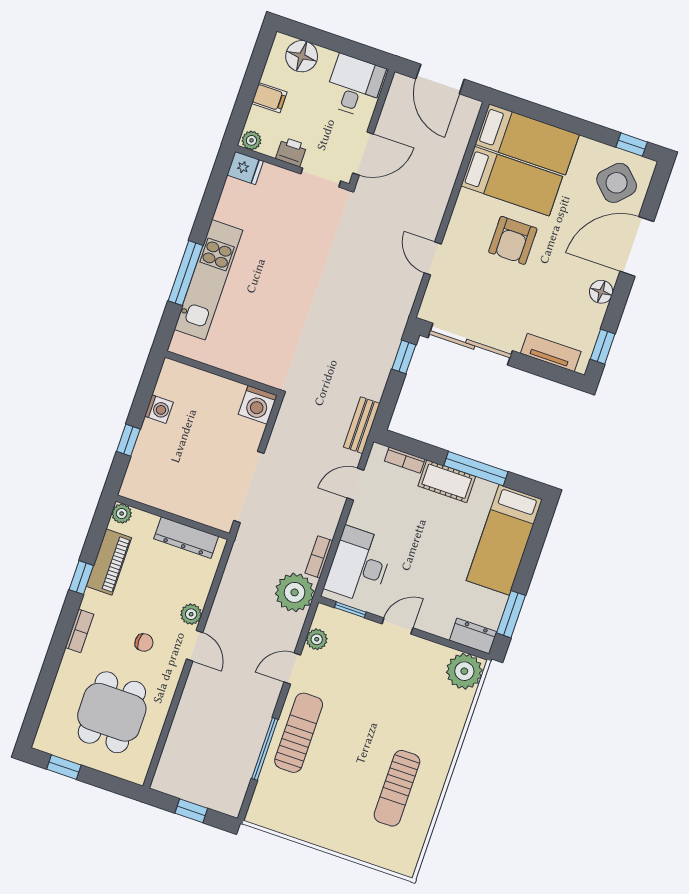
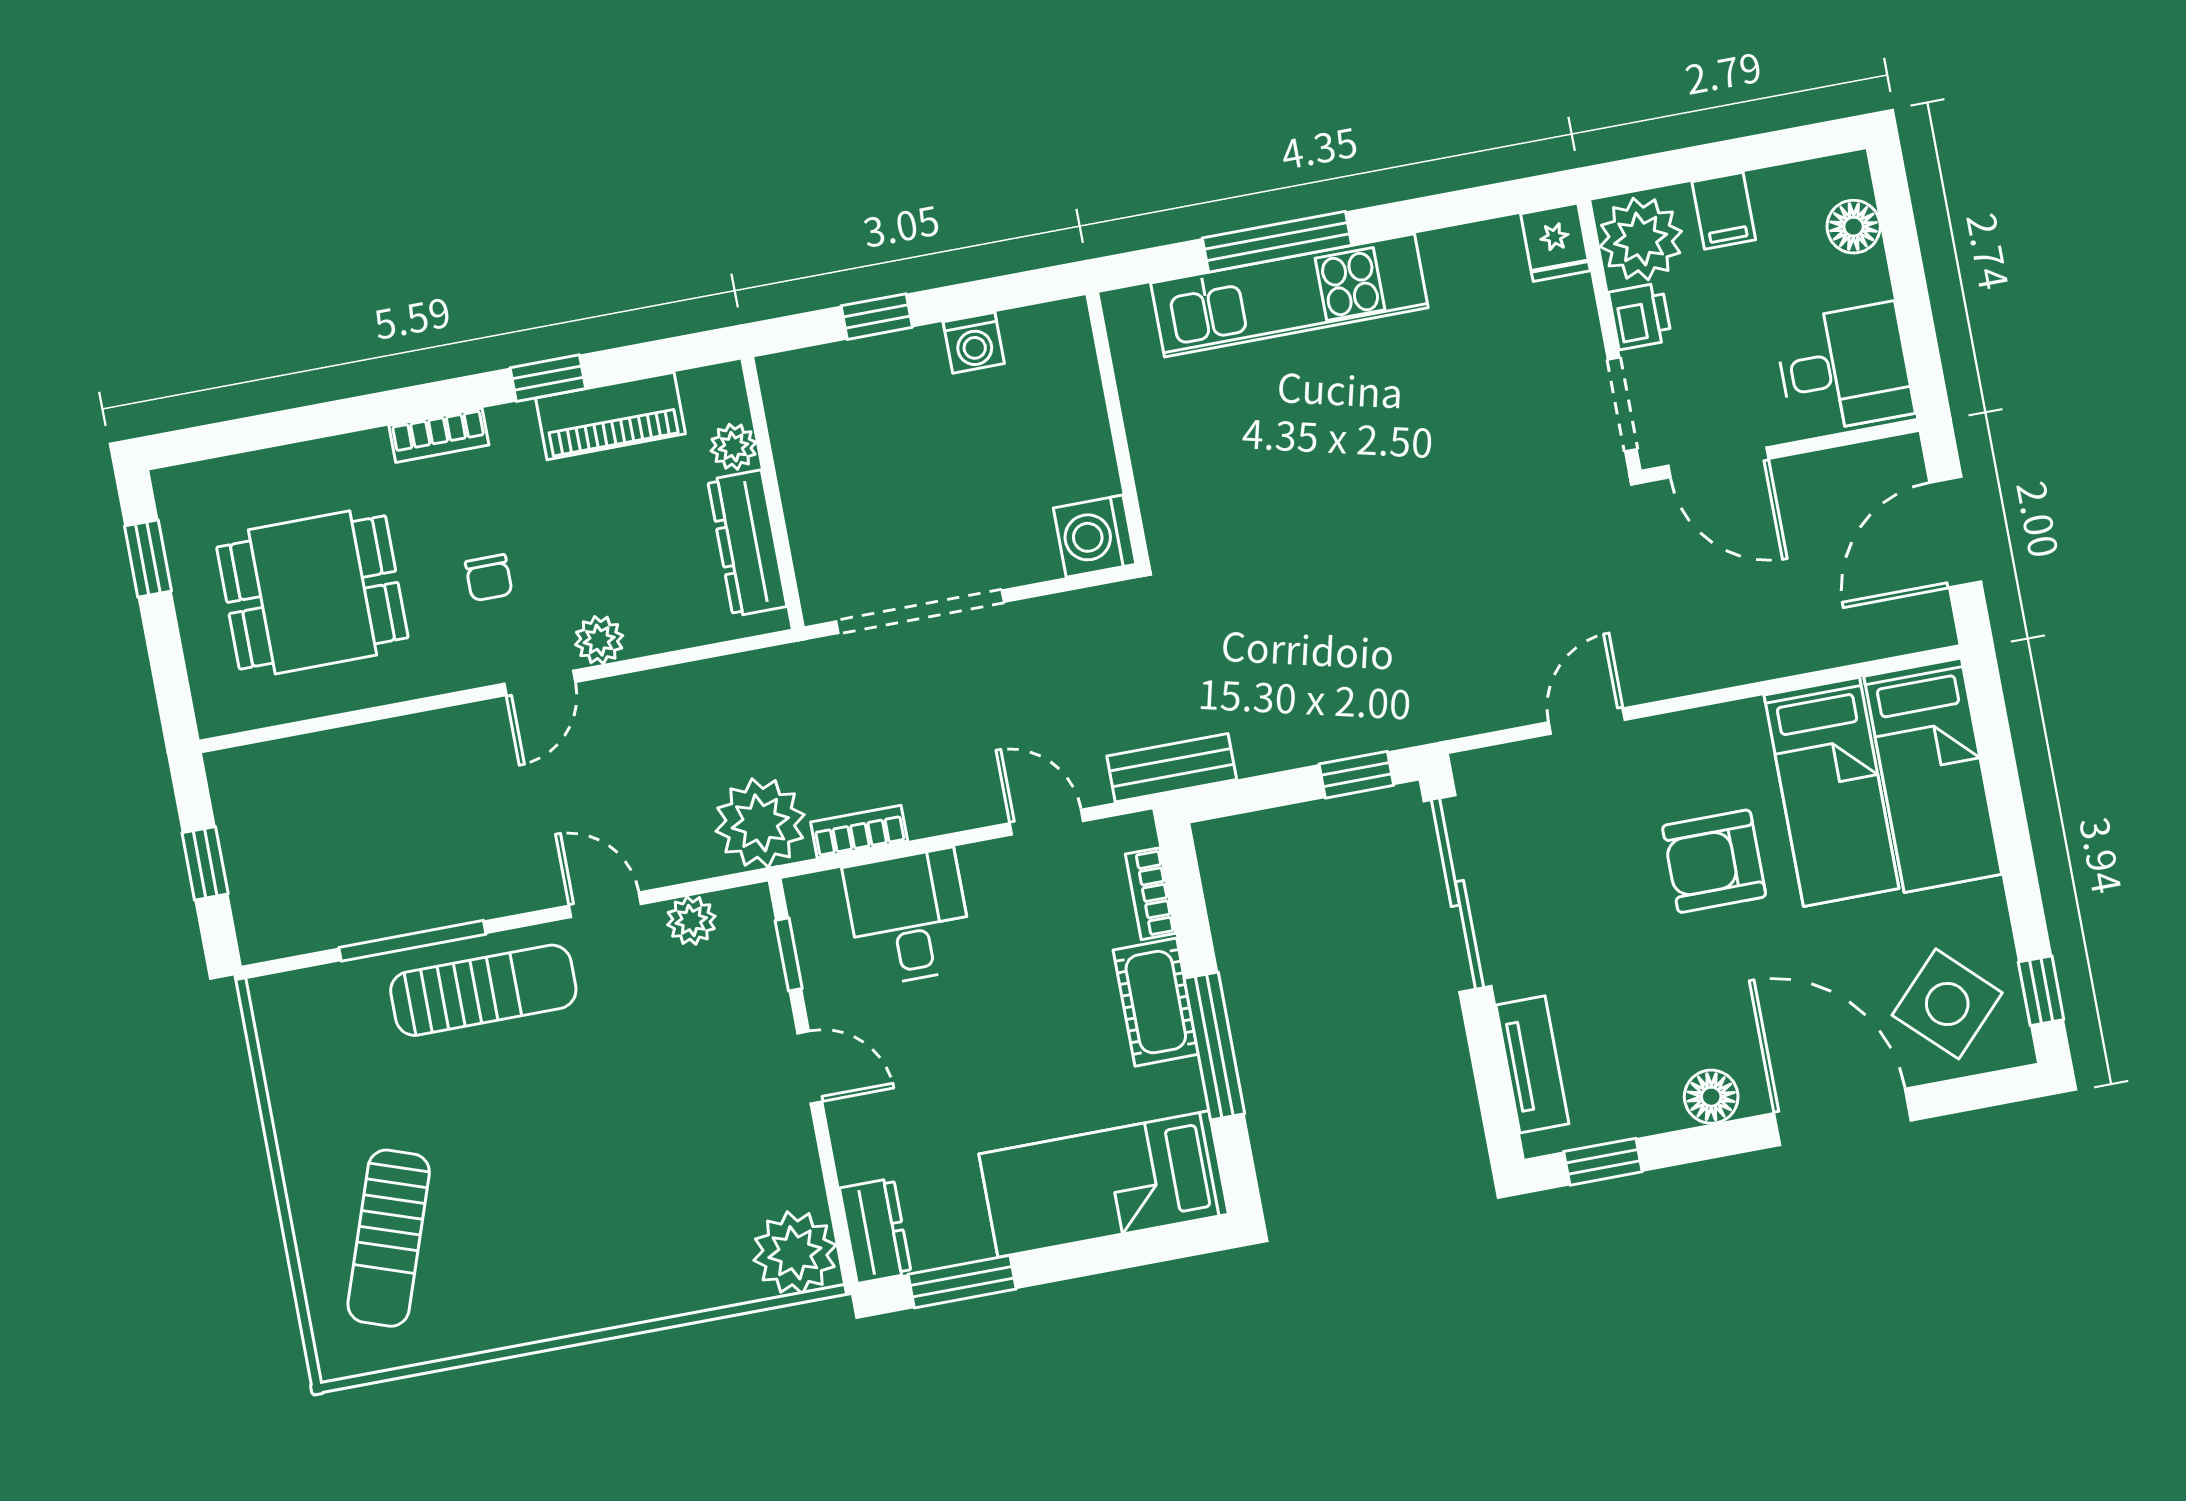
floor lamp: (302, 56) -> (1854, 227), width x0.73, depth x0.73
plant: (251, 140) -> (1641, 239), width x1.88, depth x1.88
plant: (122, 514) -> (733, 447), moved
desk: (359, 565) -> (909, 917), width x0.73
sun lounger: (397, 788) -> (389, 1238), moved, turned -71

